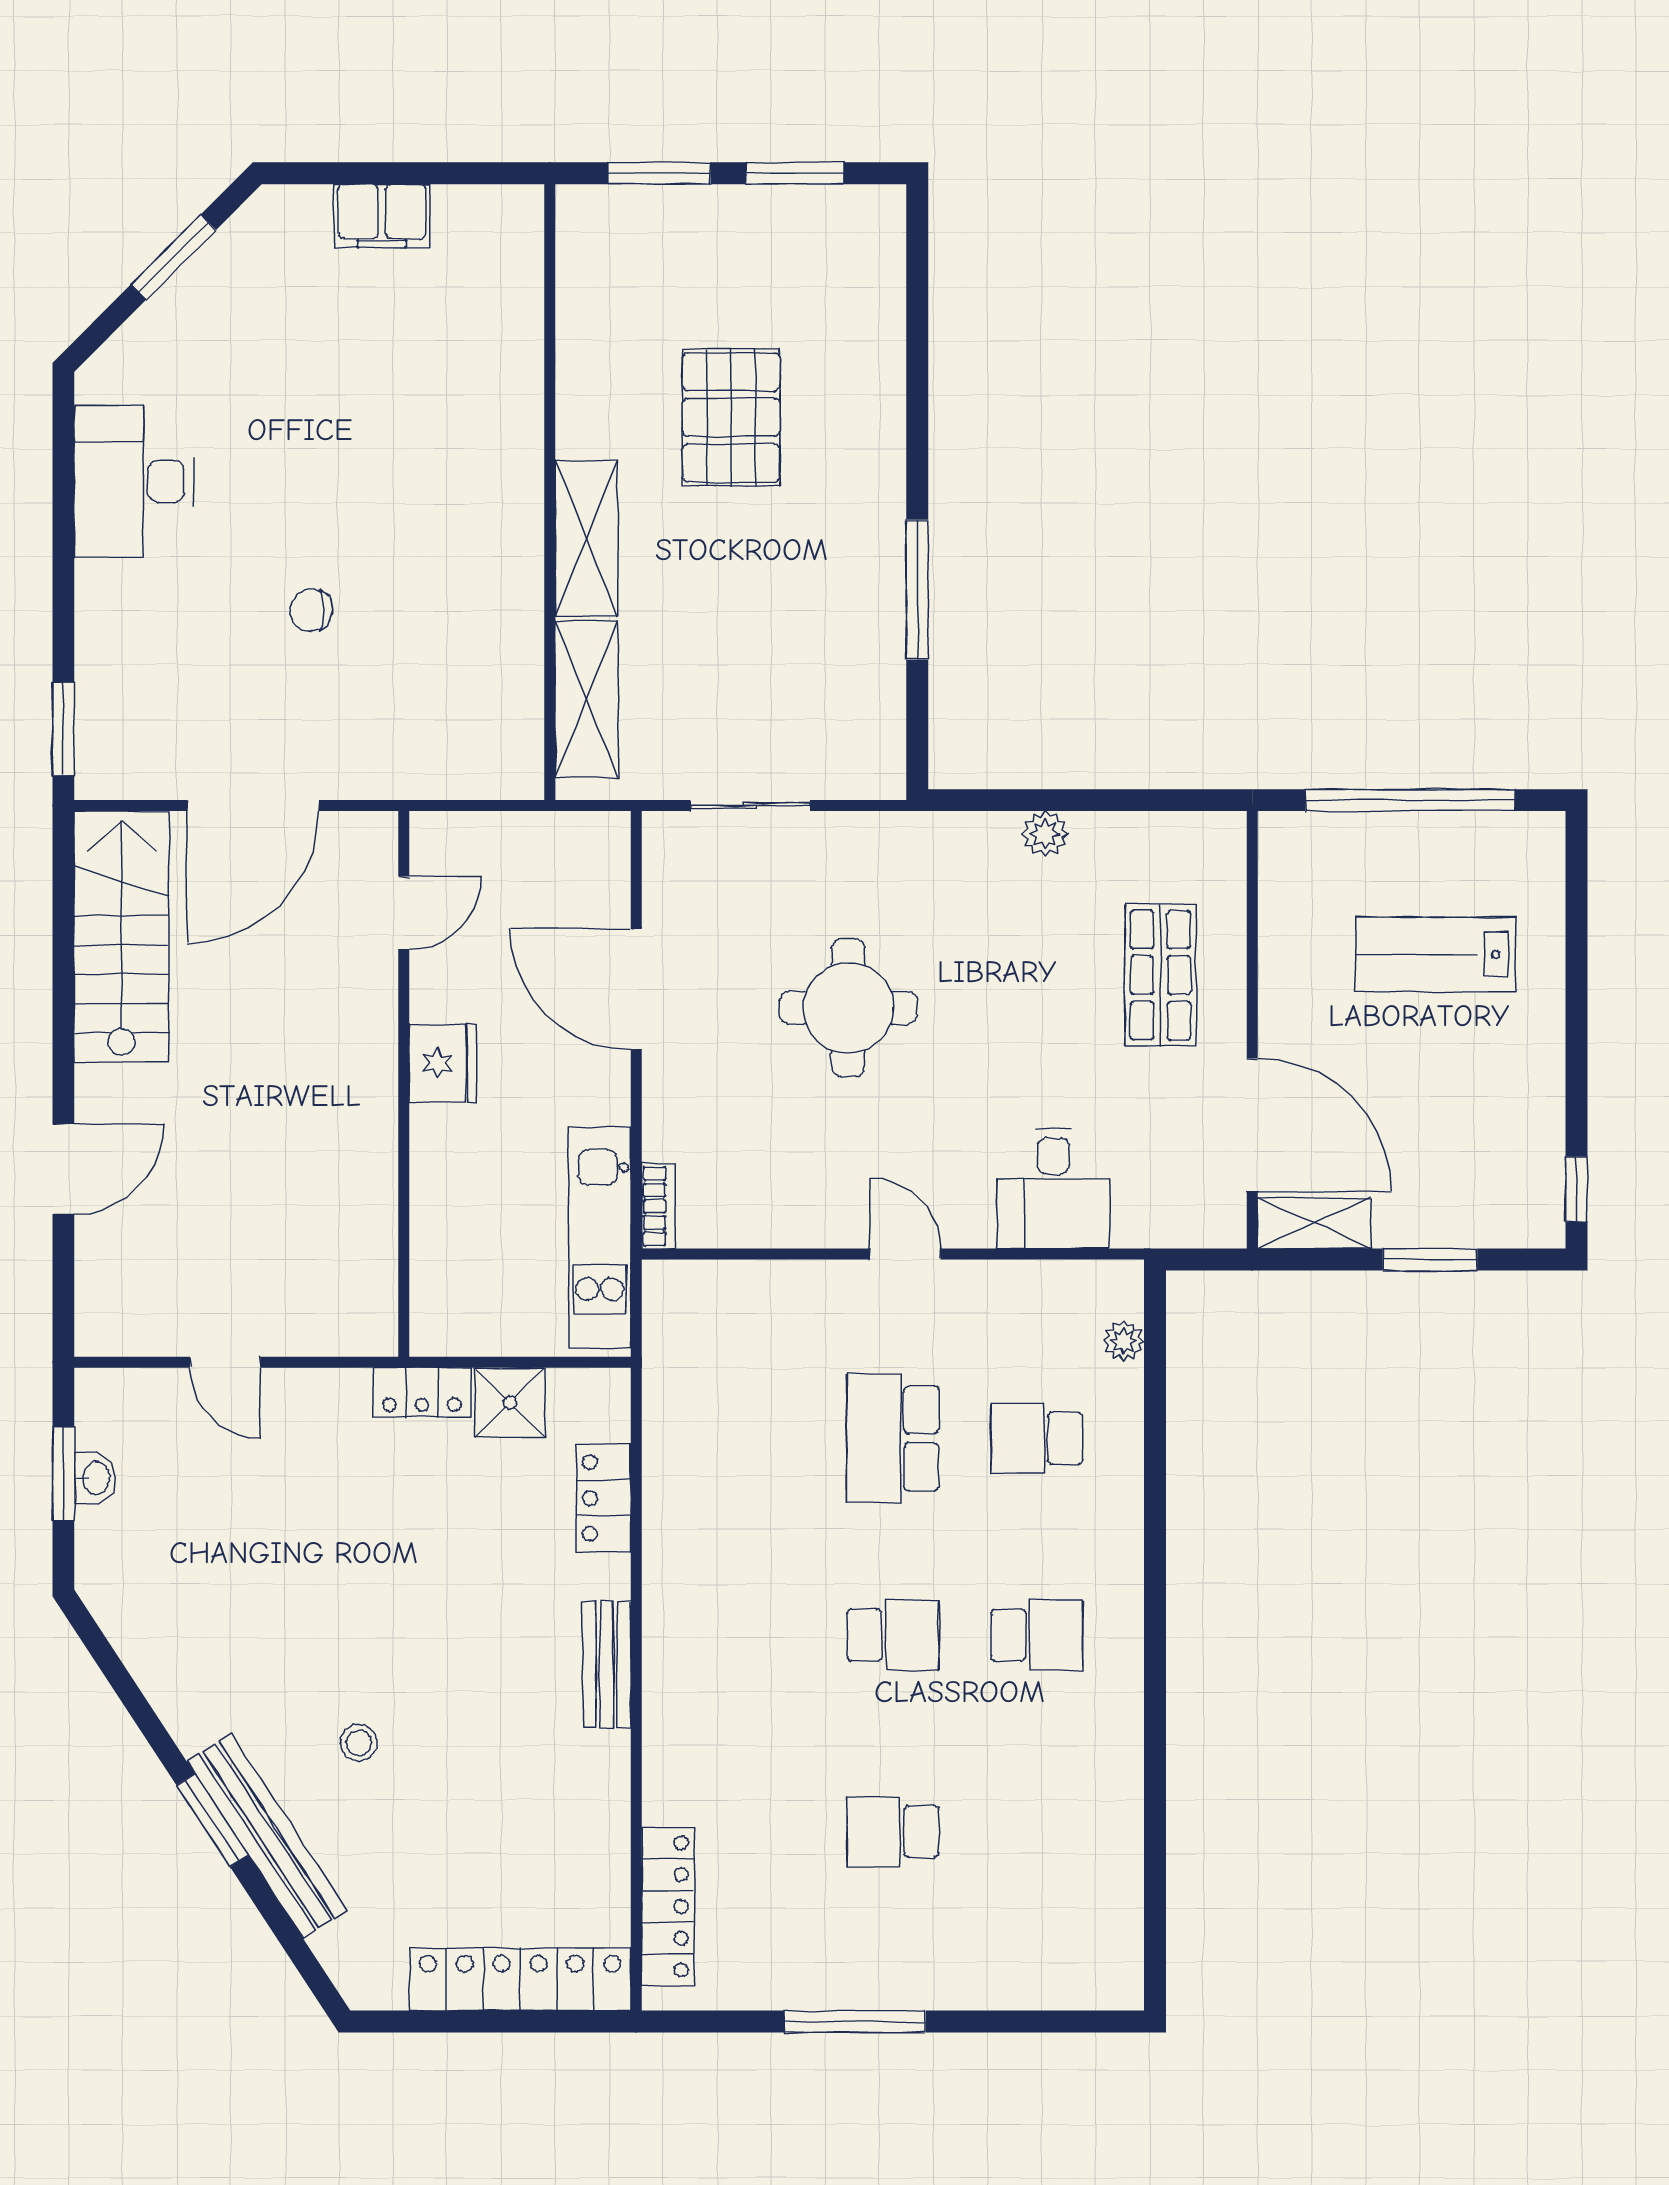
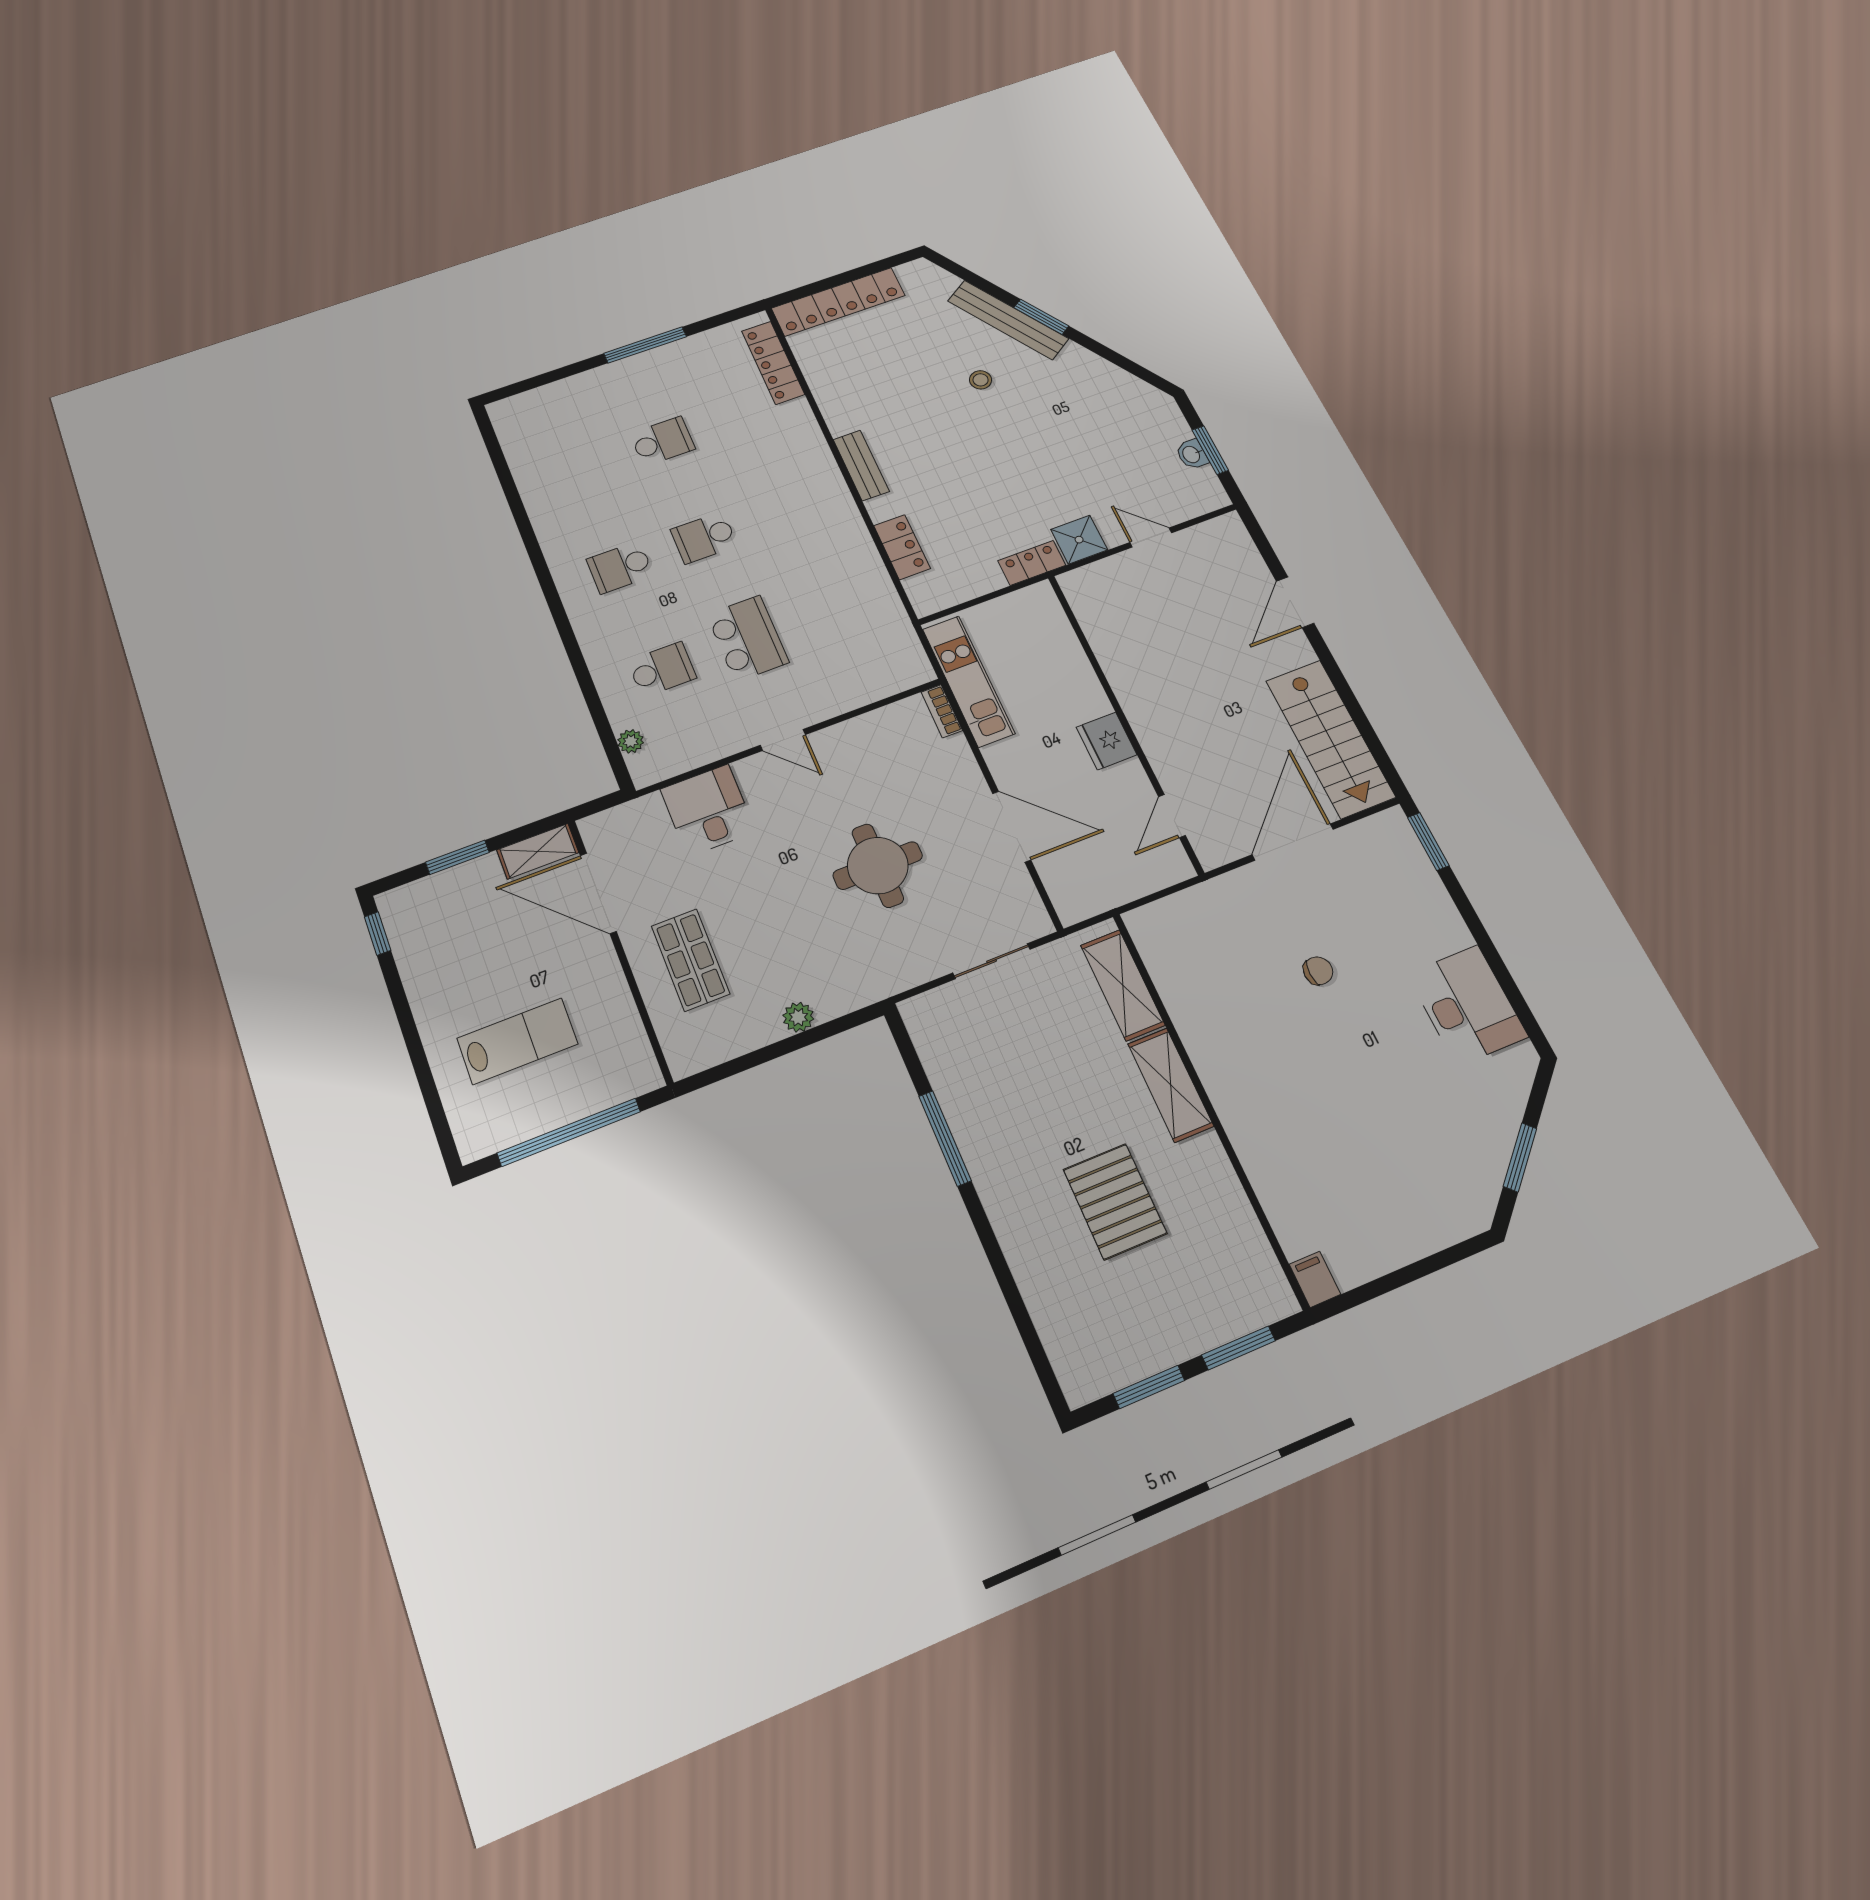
filing cabinet: (382, 216) -> (1315, 1279), moved, width x0.50
shower: (510, 1402) -> (1079, 540), moved

